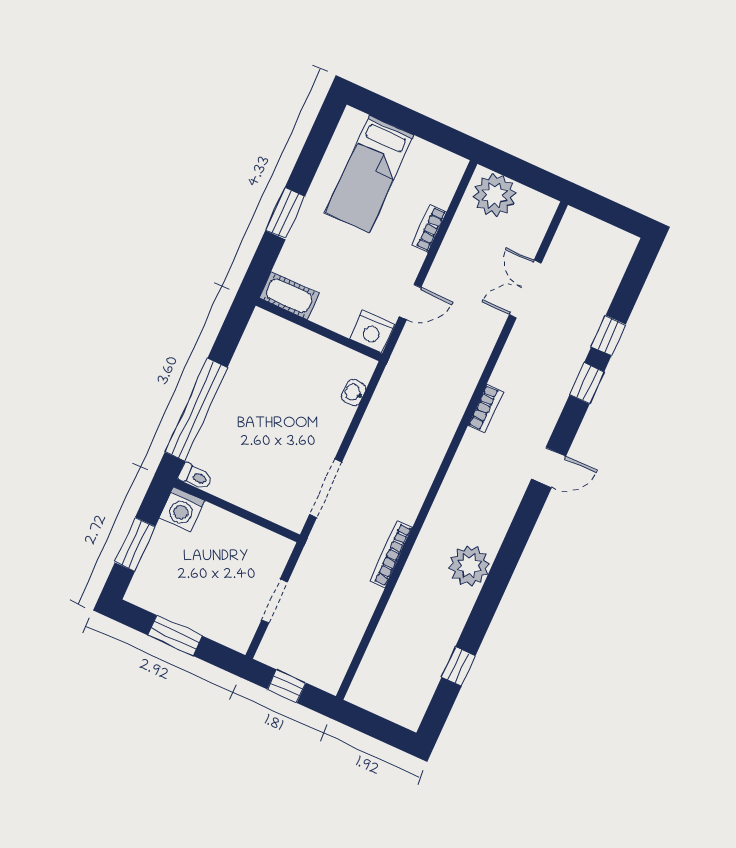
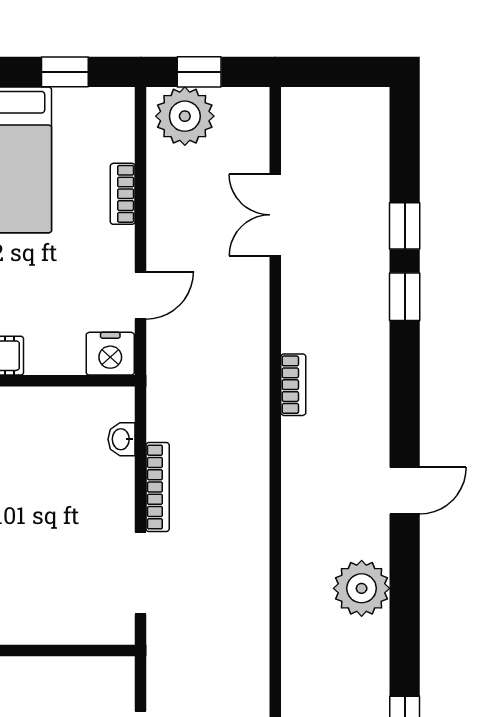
window: (427, 129) -> (65, 72), added
window: (518, 170) -> (199, 72), added
door: (549, 468) -> (405, 491), moved
bookcase: (391, 554) -> (158, 487), moved, turned 180

